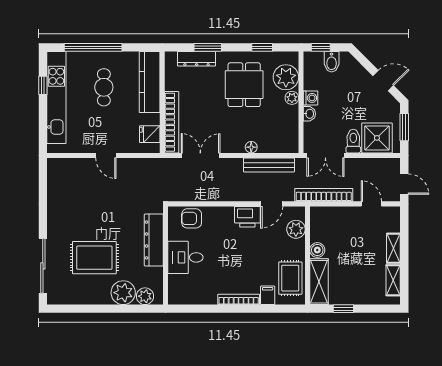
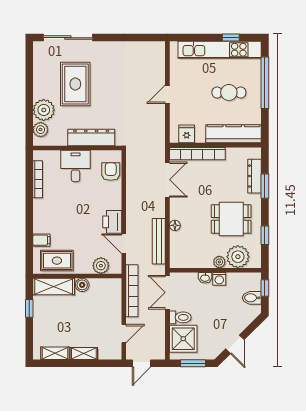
bookcase: (239, 299) -> (38, 179), moved

